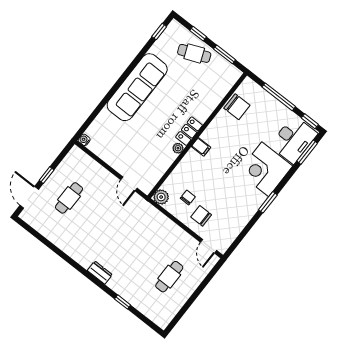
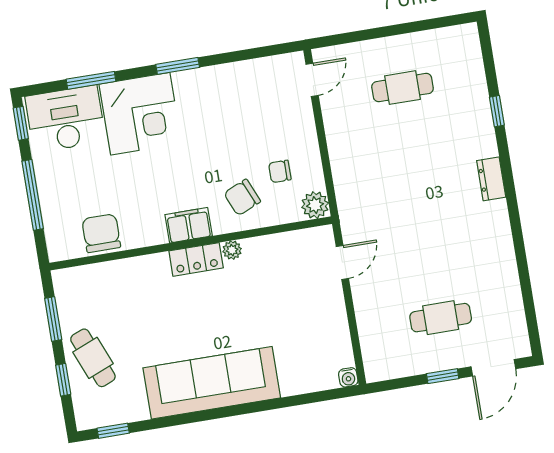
filing cabinet: (201, 147) -> (189, 225), width x2.00
window: (307, 152) -> (91, 80), moved
chair: (201, 216) -> (242, 197), moved, turned 67

